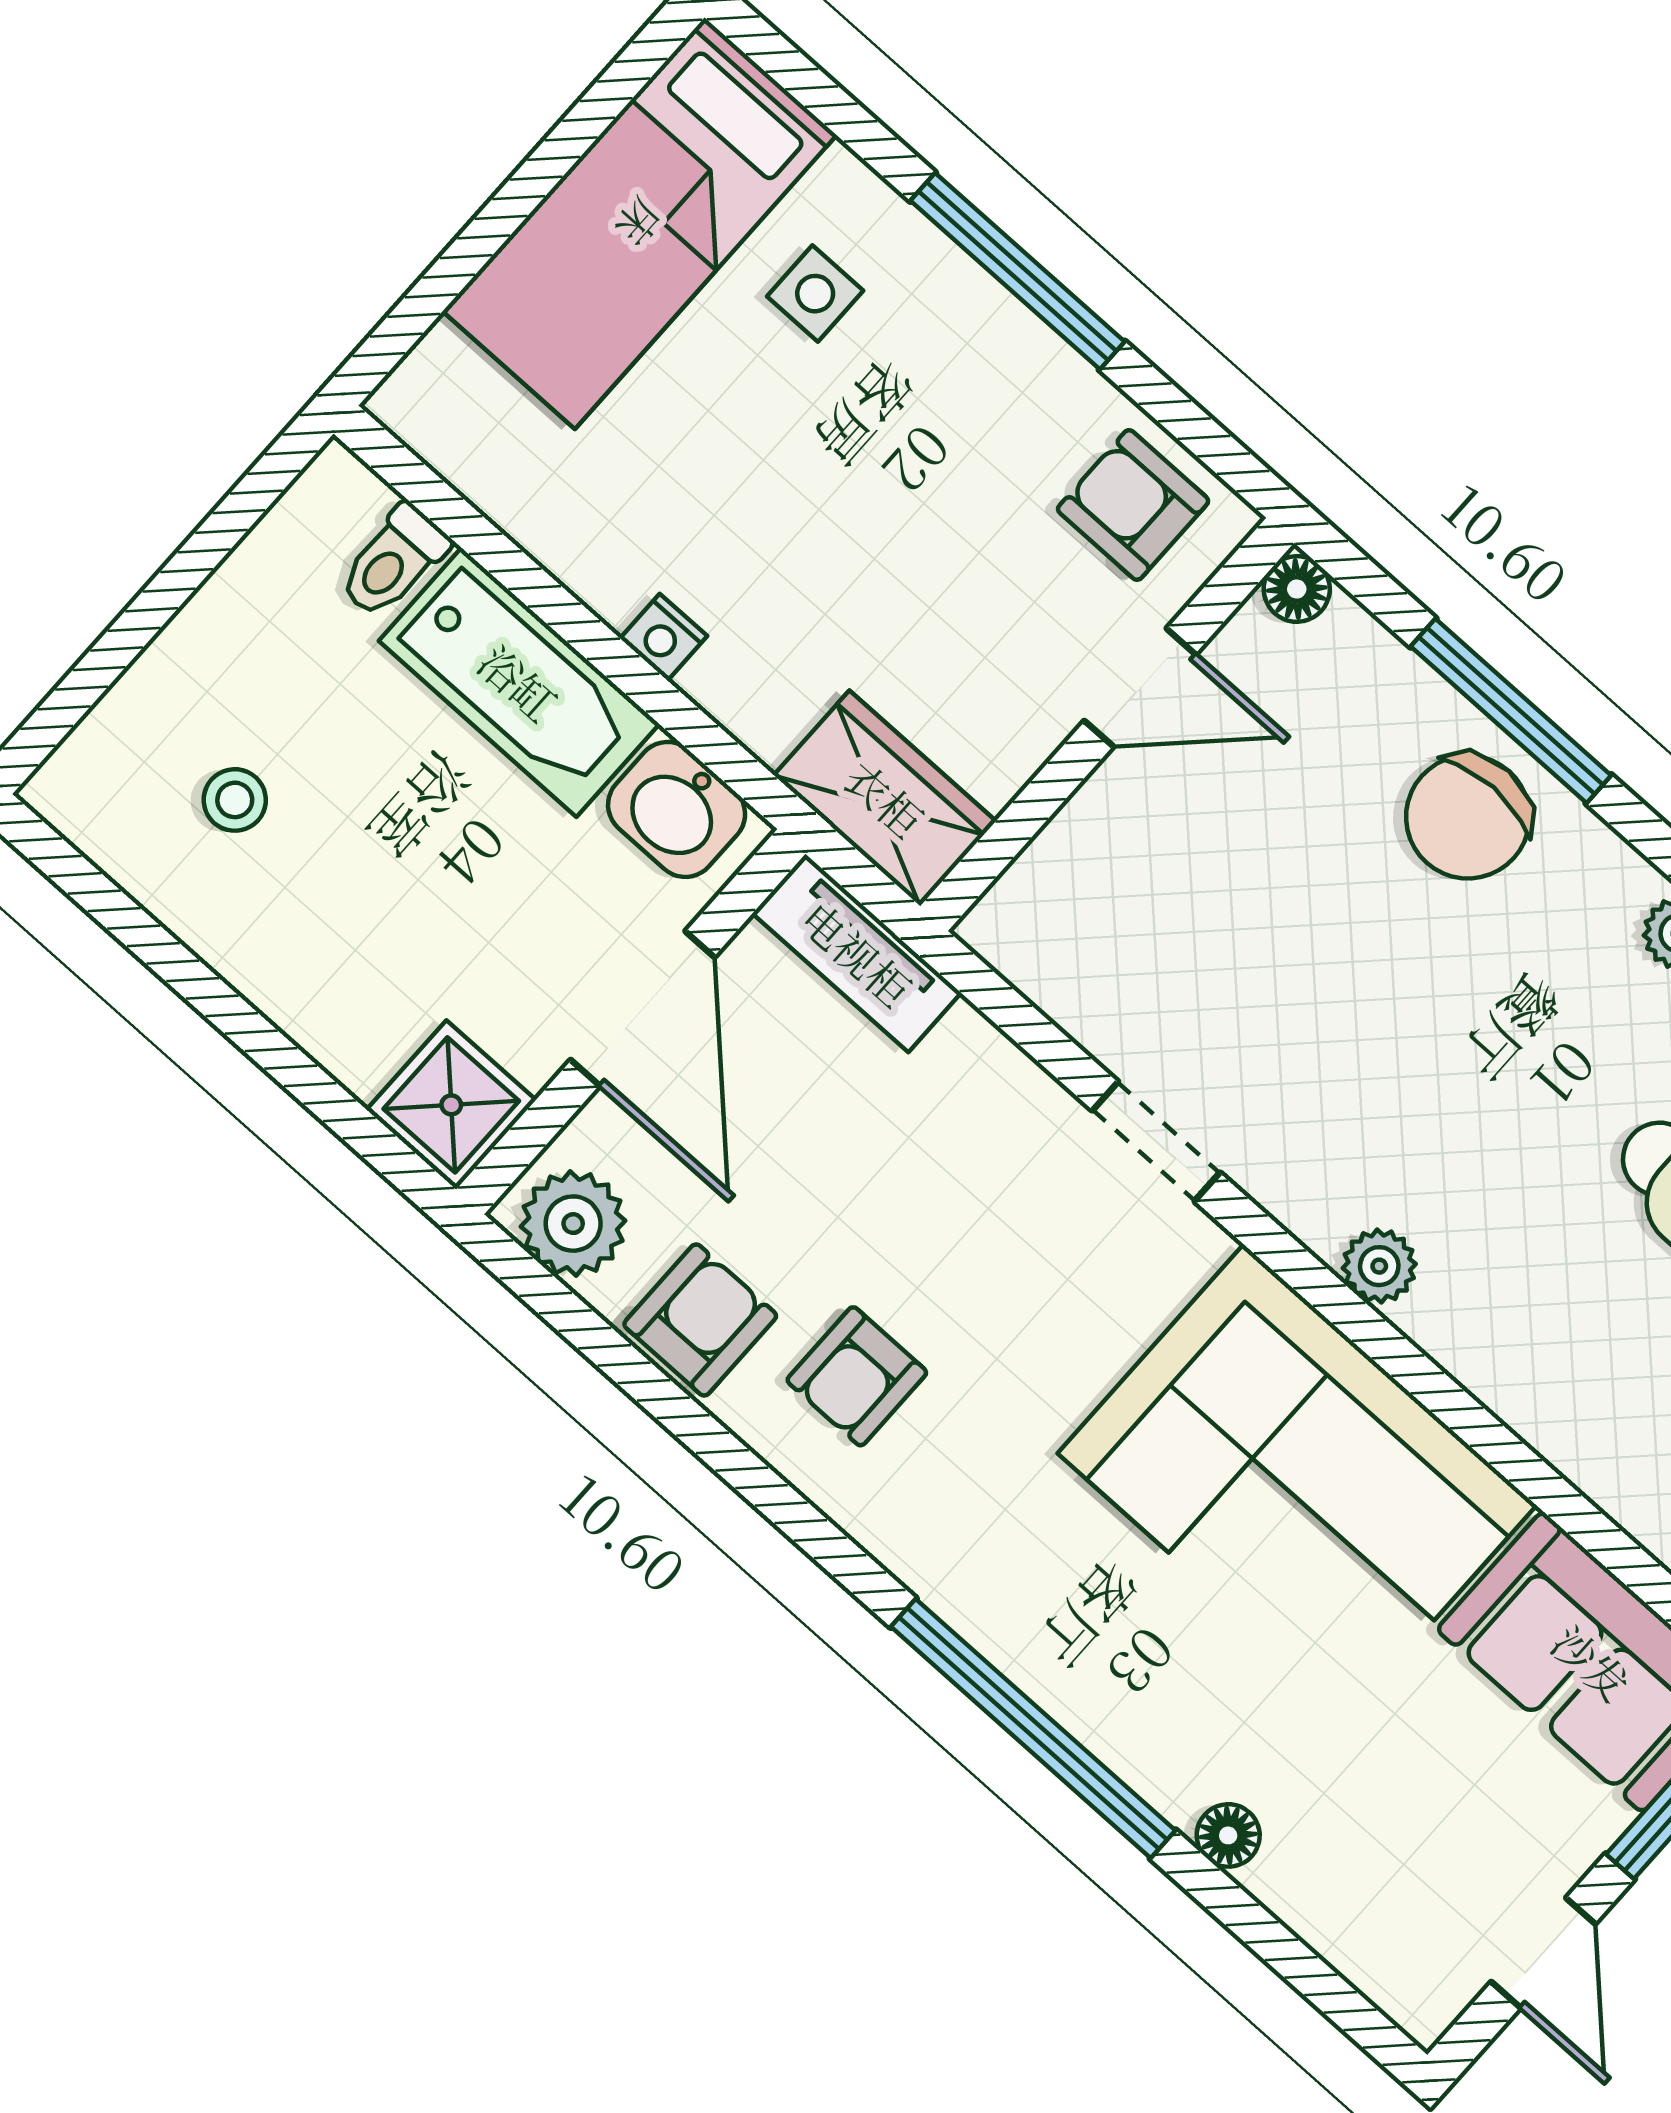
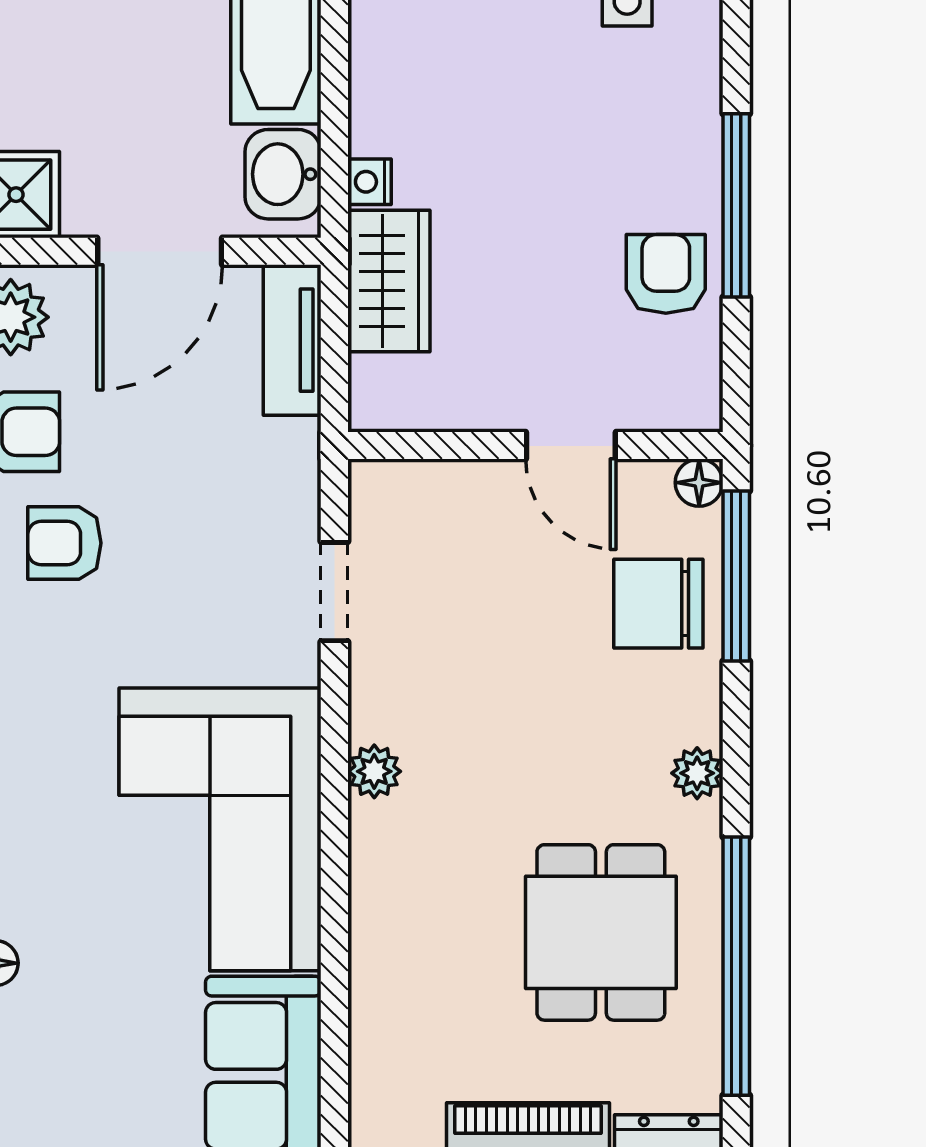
window: (1017, 271) -> (736, 205), moved
floor lamp: (1297, 589) -> (699, 483), moved
nightstand: (664, 637) -> (369, 182), moved
door: (1140, 688) -> (571, 446), moved
wall: (1107, 724) -> (535, 446), moved

